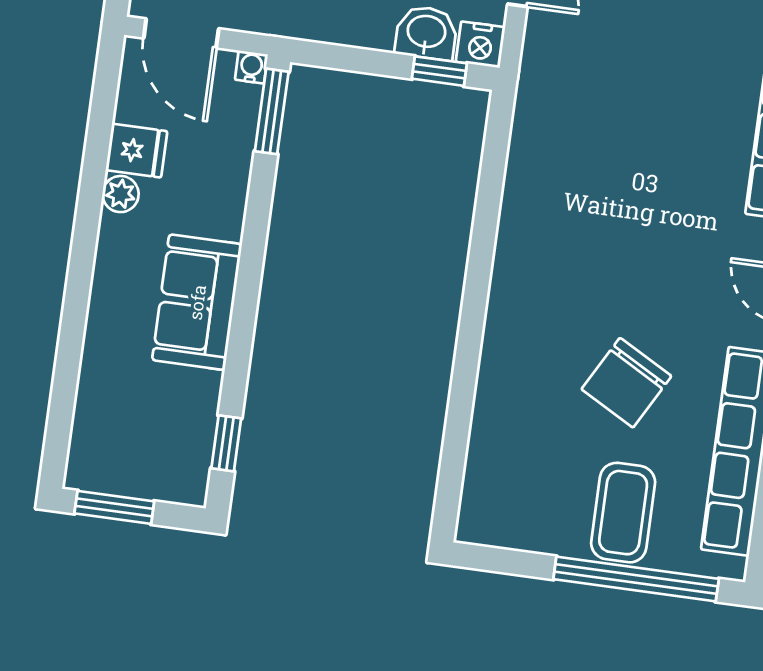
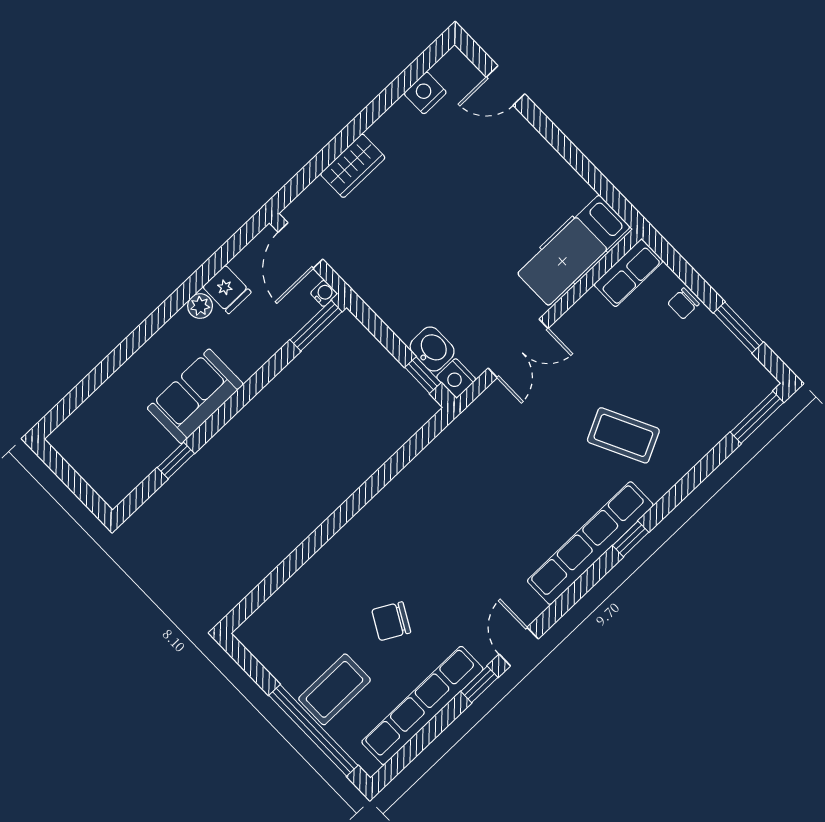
chair: (626, 383) -> (391, 621), width x0.73, depth x0.73
window: (226, 443) -> (176, 461), moved
window: (114, 507) -> (64, 471), removed

